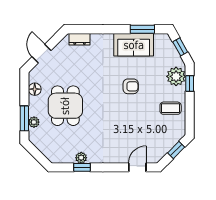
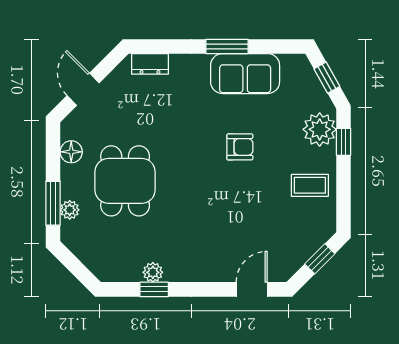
window: (142, 29) -> (227, 46), moved

